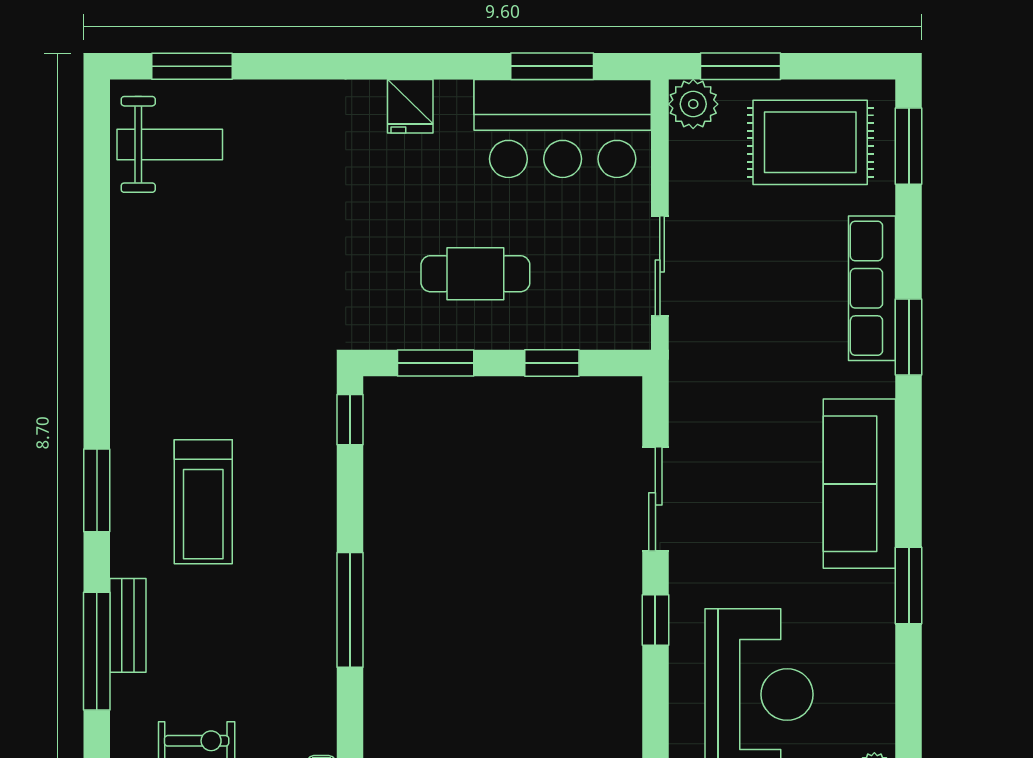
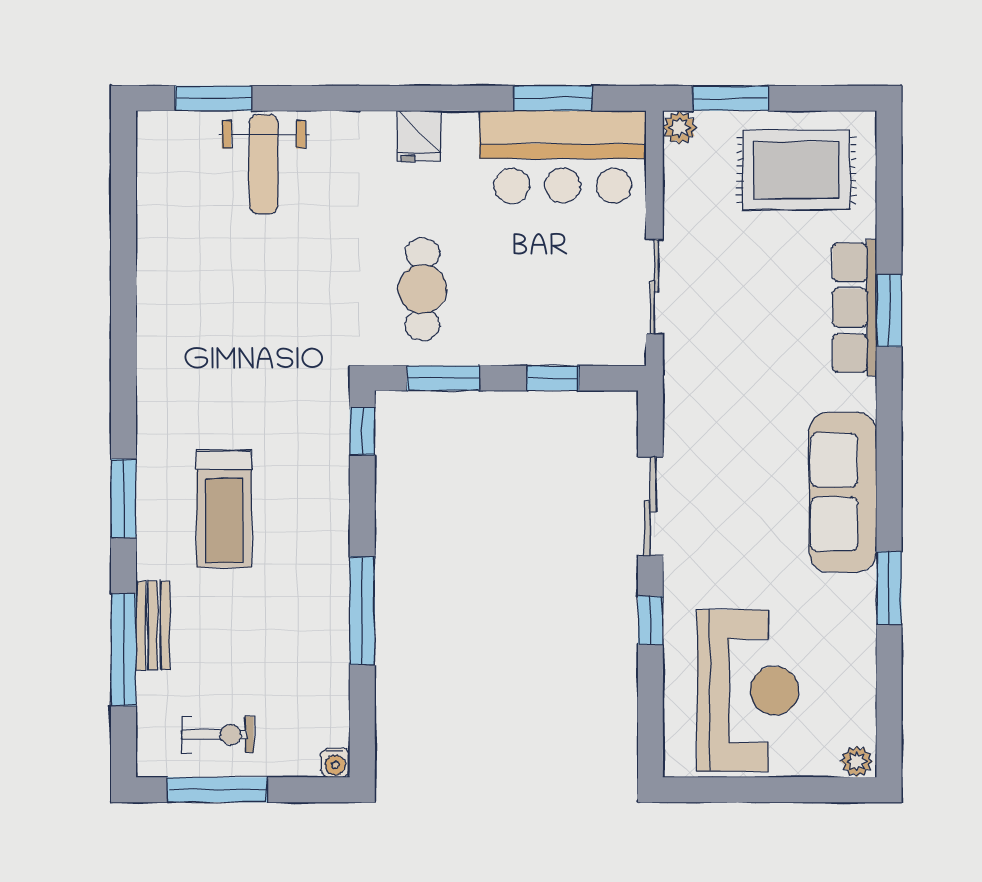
plant: (693, 104) -> (680, 128), width x0.73, depth x0.73
weight bench: (170, 144) -> (264, 164), moved, turned 90
window: (909, 146) -> (889, 174), removed
cafe table: (475, 274) -> (423, 289), moved, turned 90
window: (909, 337) -> (889, 311), moved

